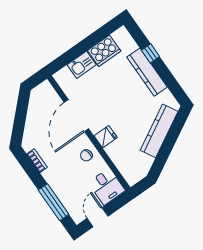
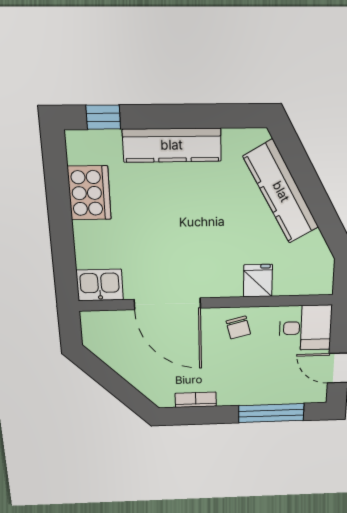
window: (151, 53) -> (103, 117), moved
kitchen sink: (82, 65) -> (100, 285), moved, turned -90
fridge: (106, 137) -> (258, 281), moved

